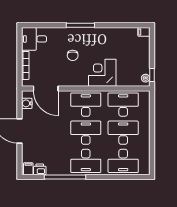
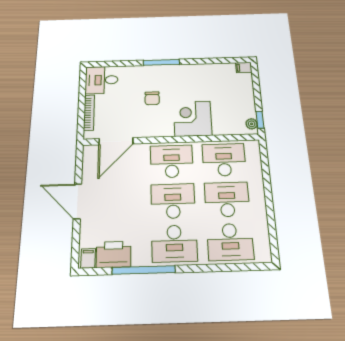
door: (46, 88) -> (116, 141), hinge flipped
water cooler: (27, 103) -> (89, 162), removed
printer: (40, 169) -> (114, 254), width x1.87, depth x1.48

